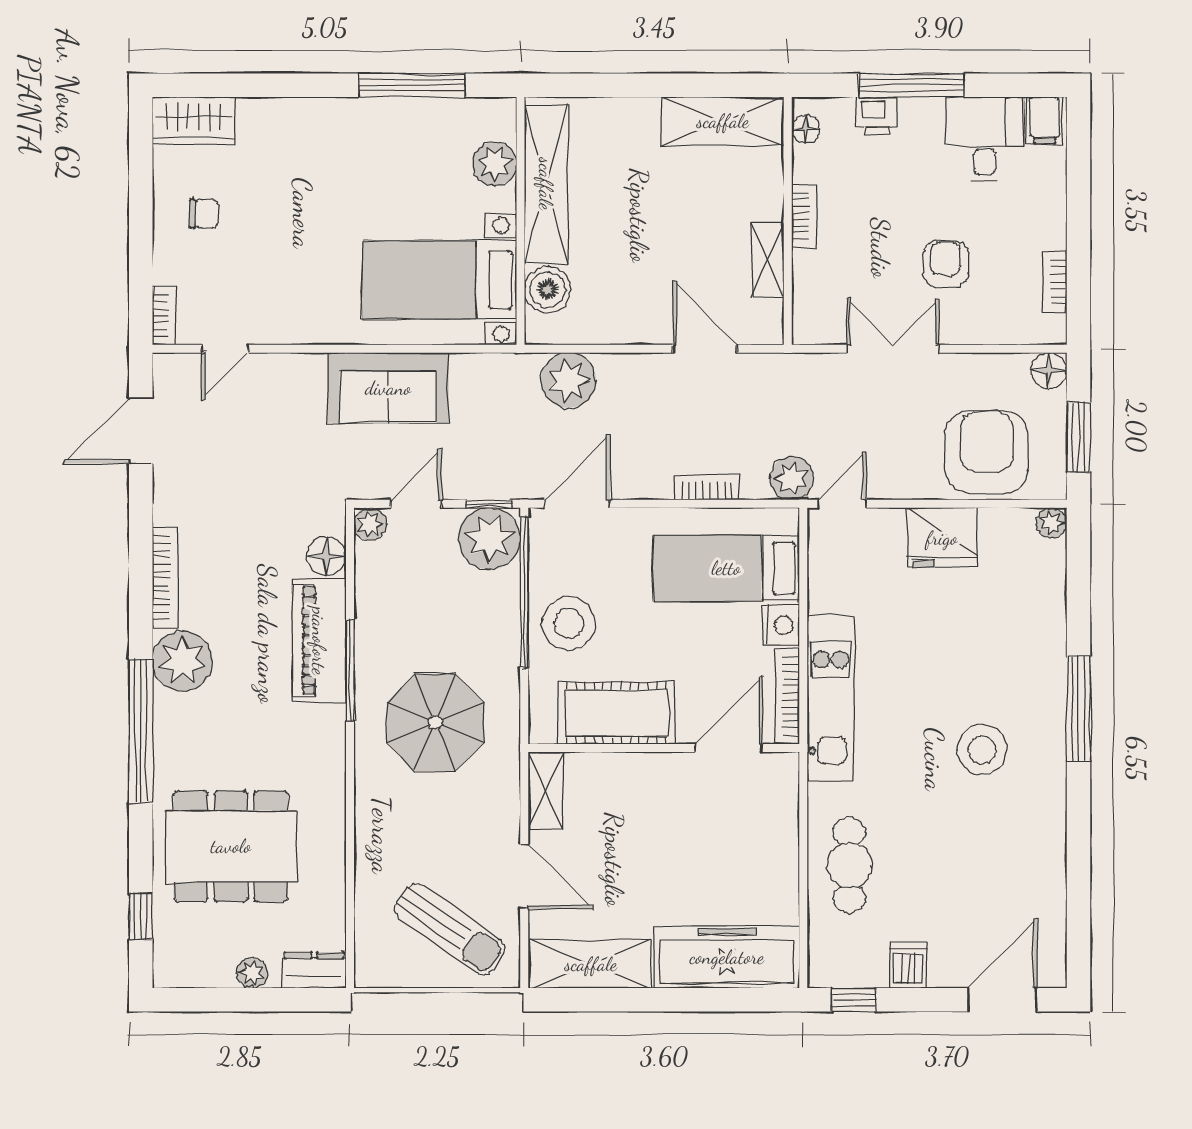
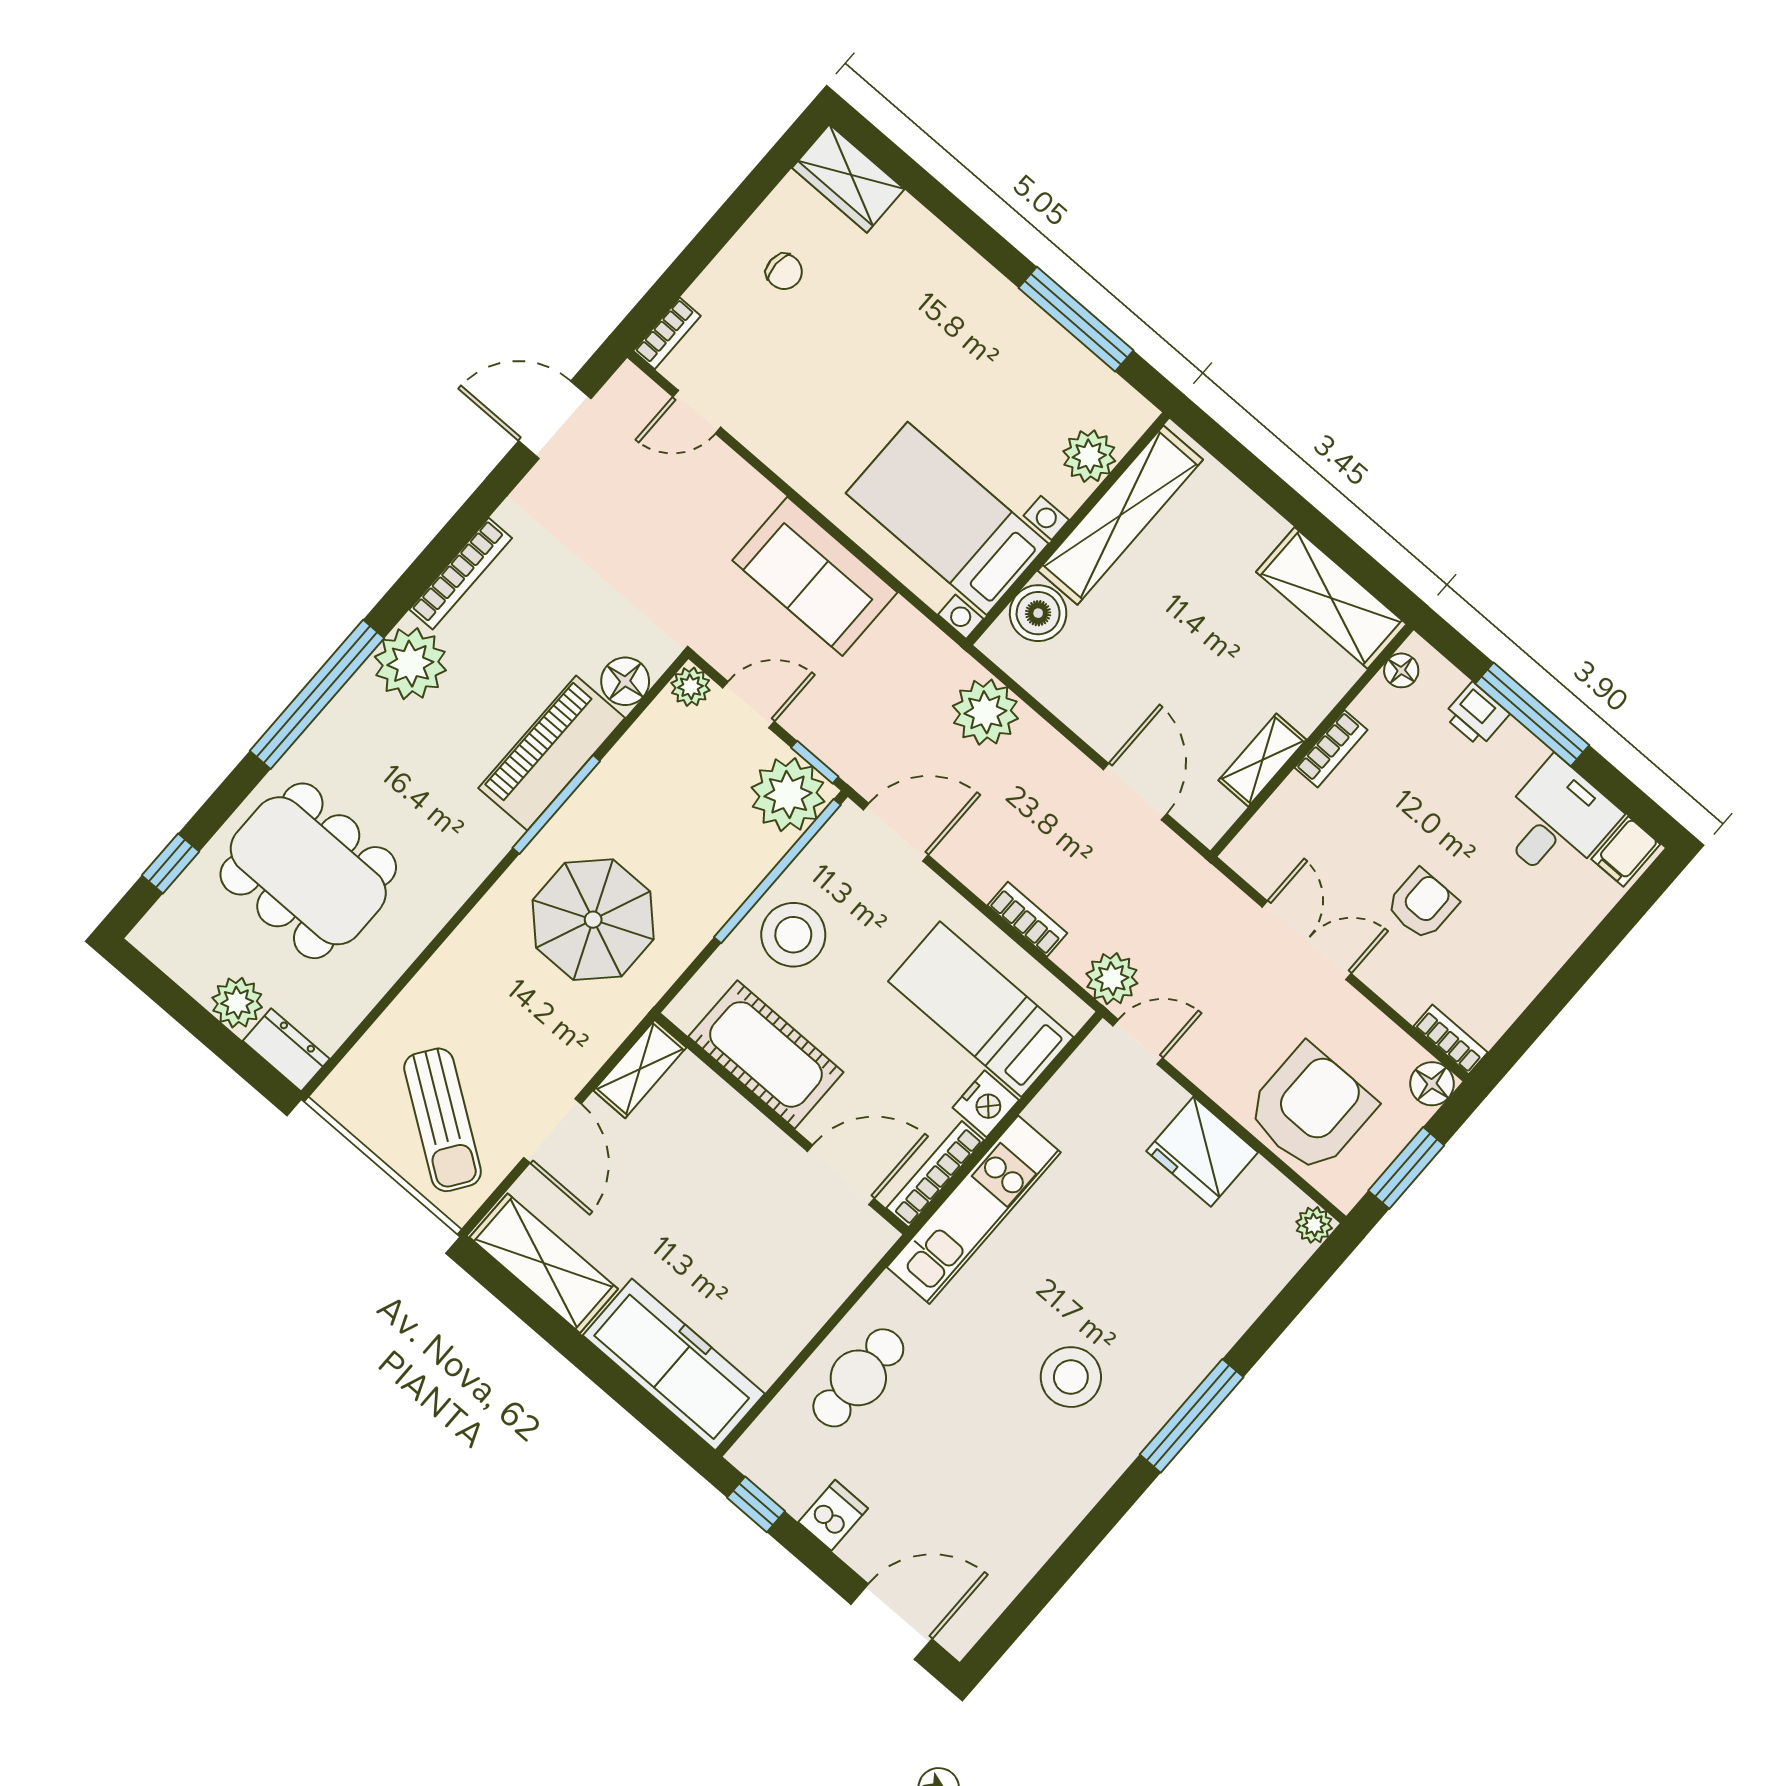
bookcase: (1055, 282) -> (1451, 1039), moved, turned 90
plant: (252, 973) -> (237, 1003), width x1.38, depth x1.38

